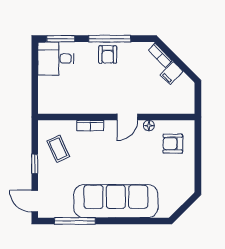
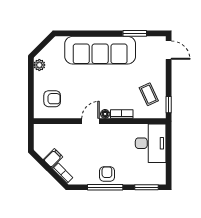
desk: (56, 59) -> (151, 143), moved, width x1.37
floor lamp: (149, 126) -> (105, 114), moved
window: (35, 164) -> (169, 105), moved
plant: (188, 184) -> (39, 65), added
window: (75, 221) -> (135, 33), width x0.69

